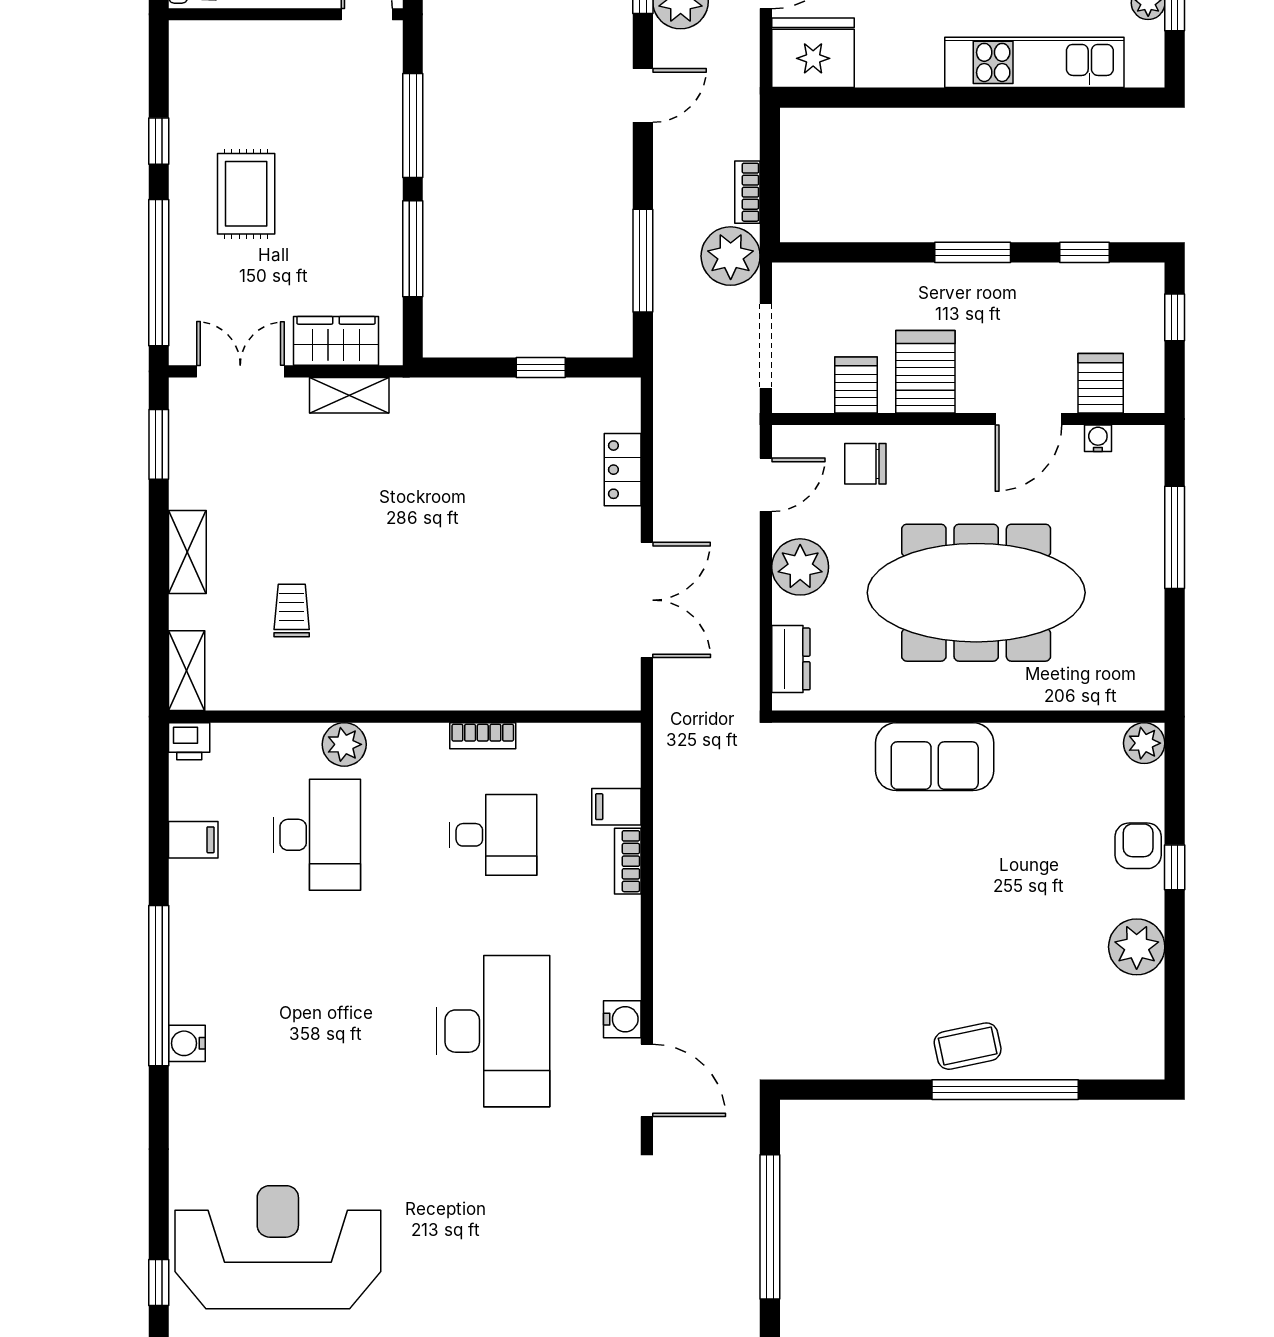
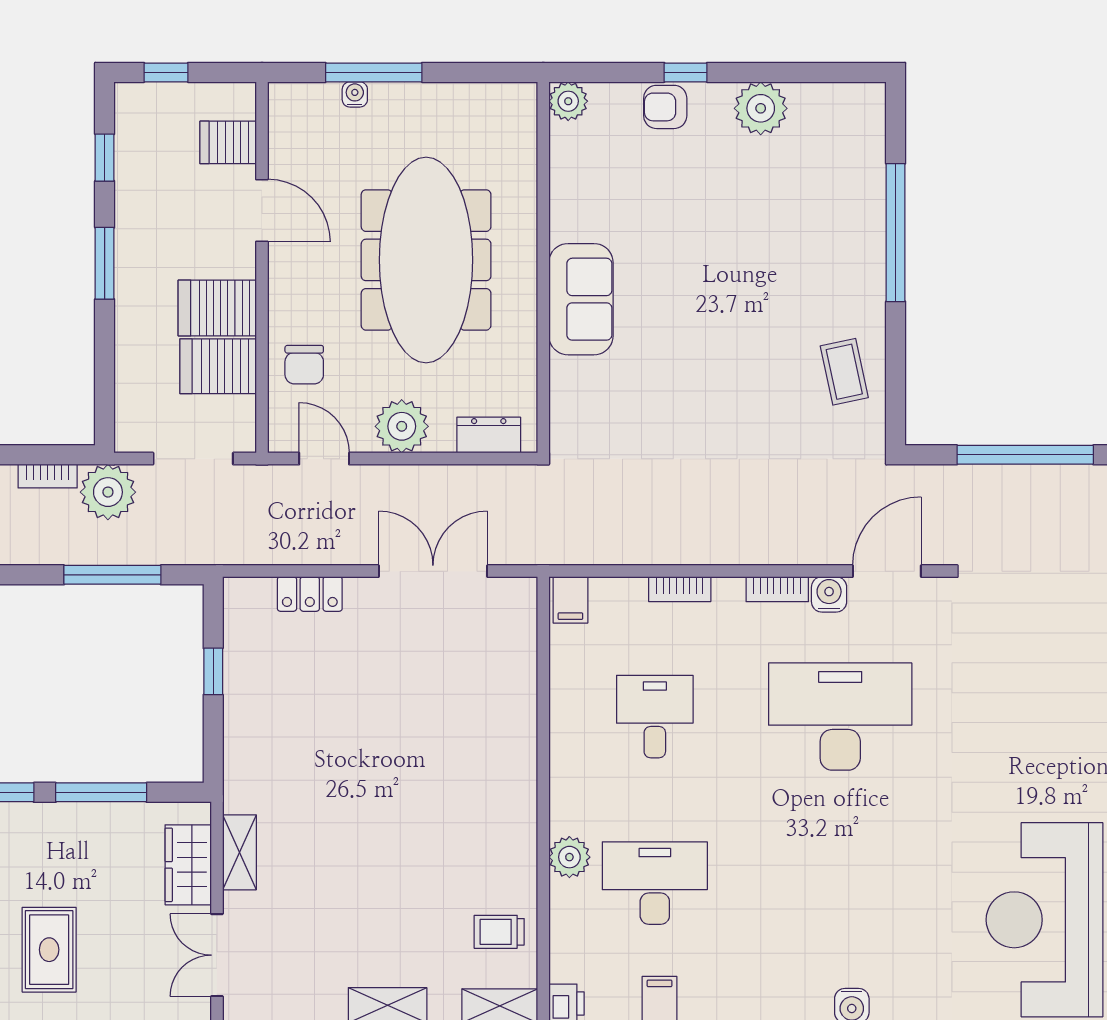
rug: (246, 194) -> (49, 950), turned 90
server rack: (856, 385) -> (218, 366), width x1.36, depth x1.44
water cooler: (1098, 438) -> (355, 94), moved, turned 90
trolley: (292, 611) -> (499, 932), moved
bookcase: (483, 736) -> (777, 589), moved, turned 90
filing cabinet: (616, 807) -> (570, 600), moved
coffee table: (968, 1046) -> (844, 372), moved

